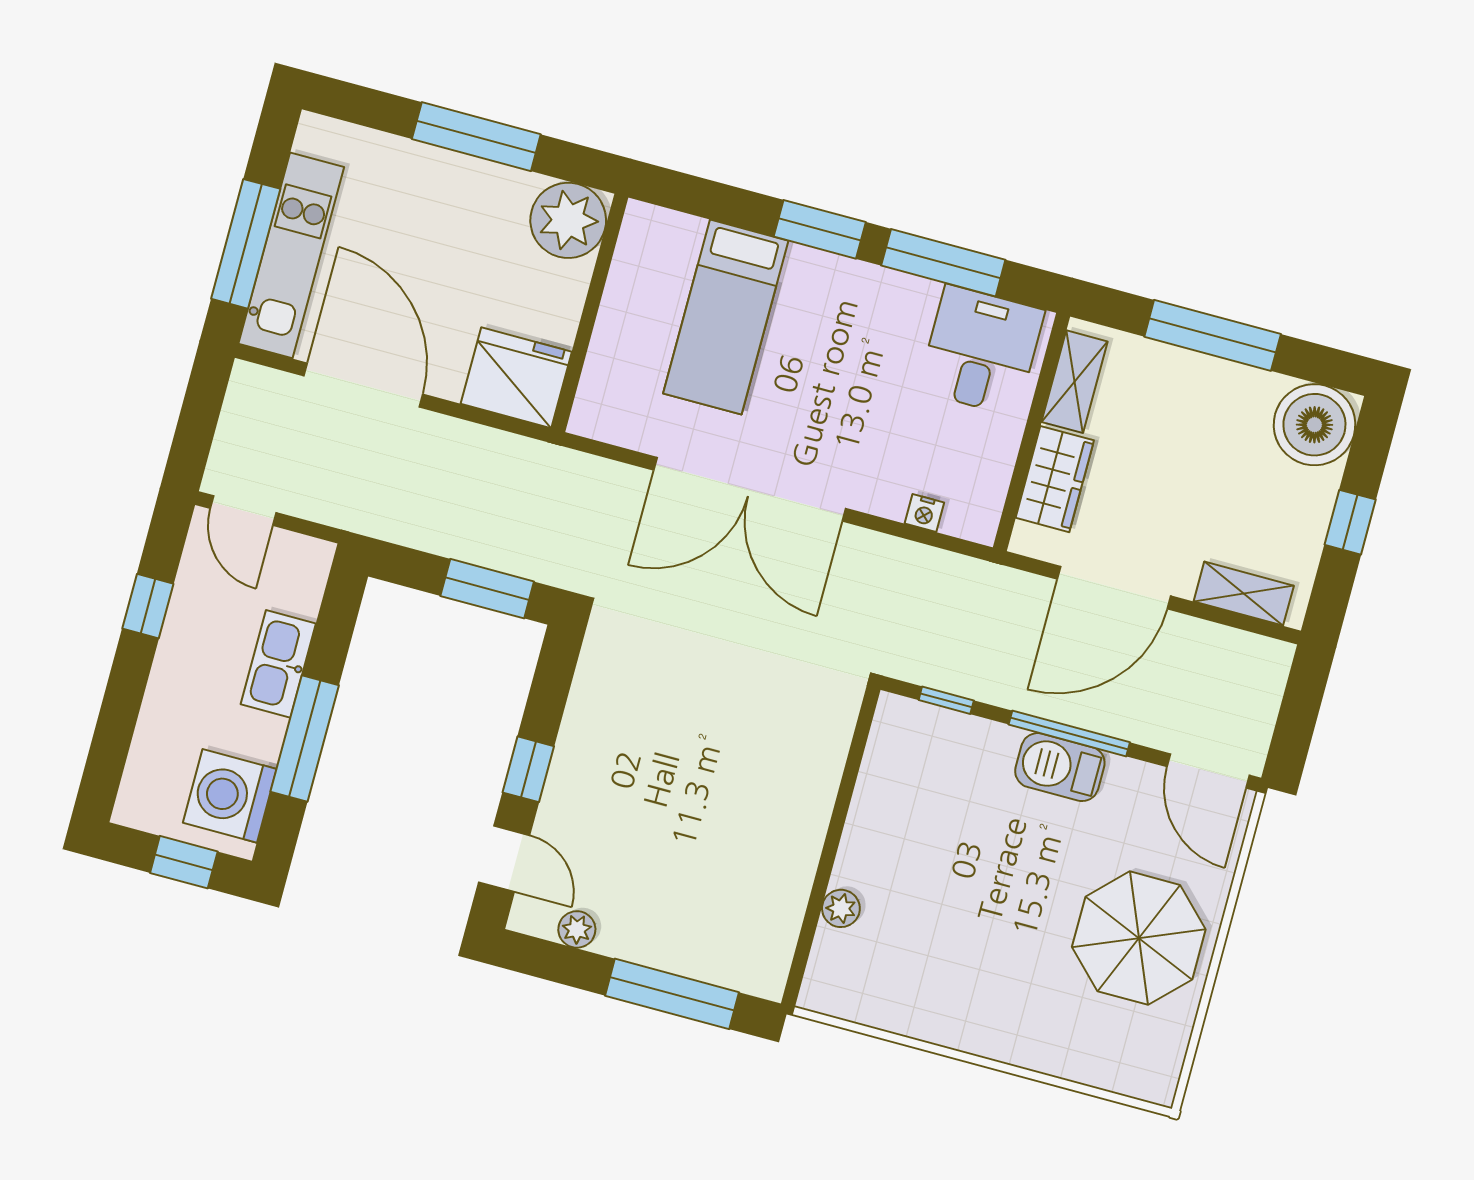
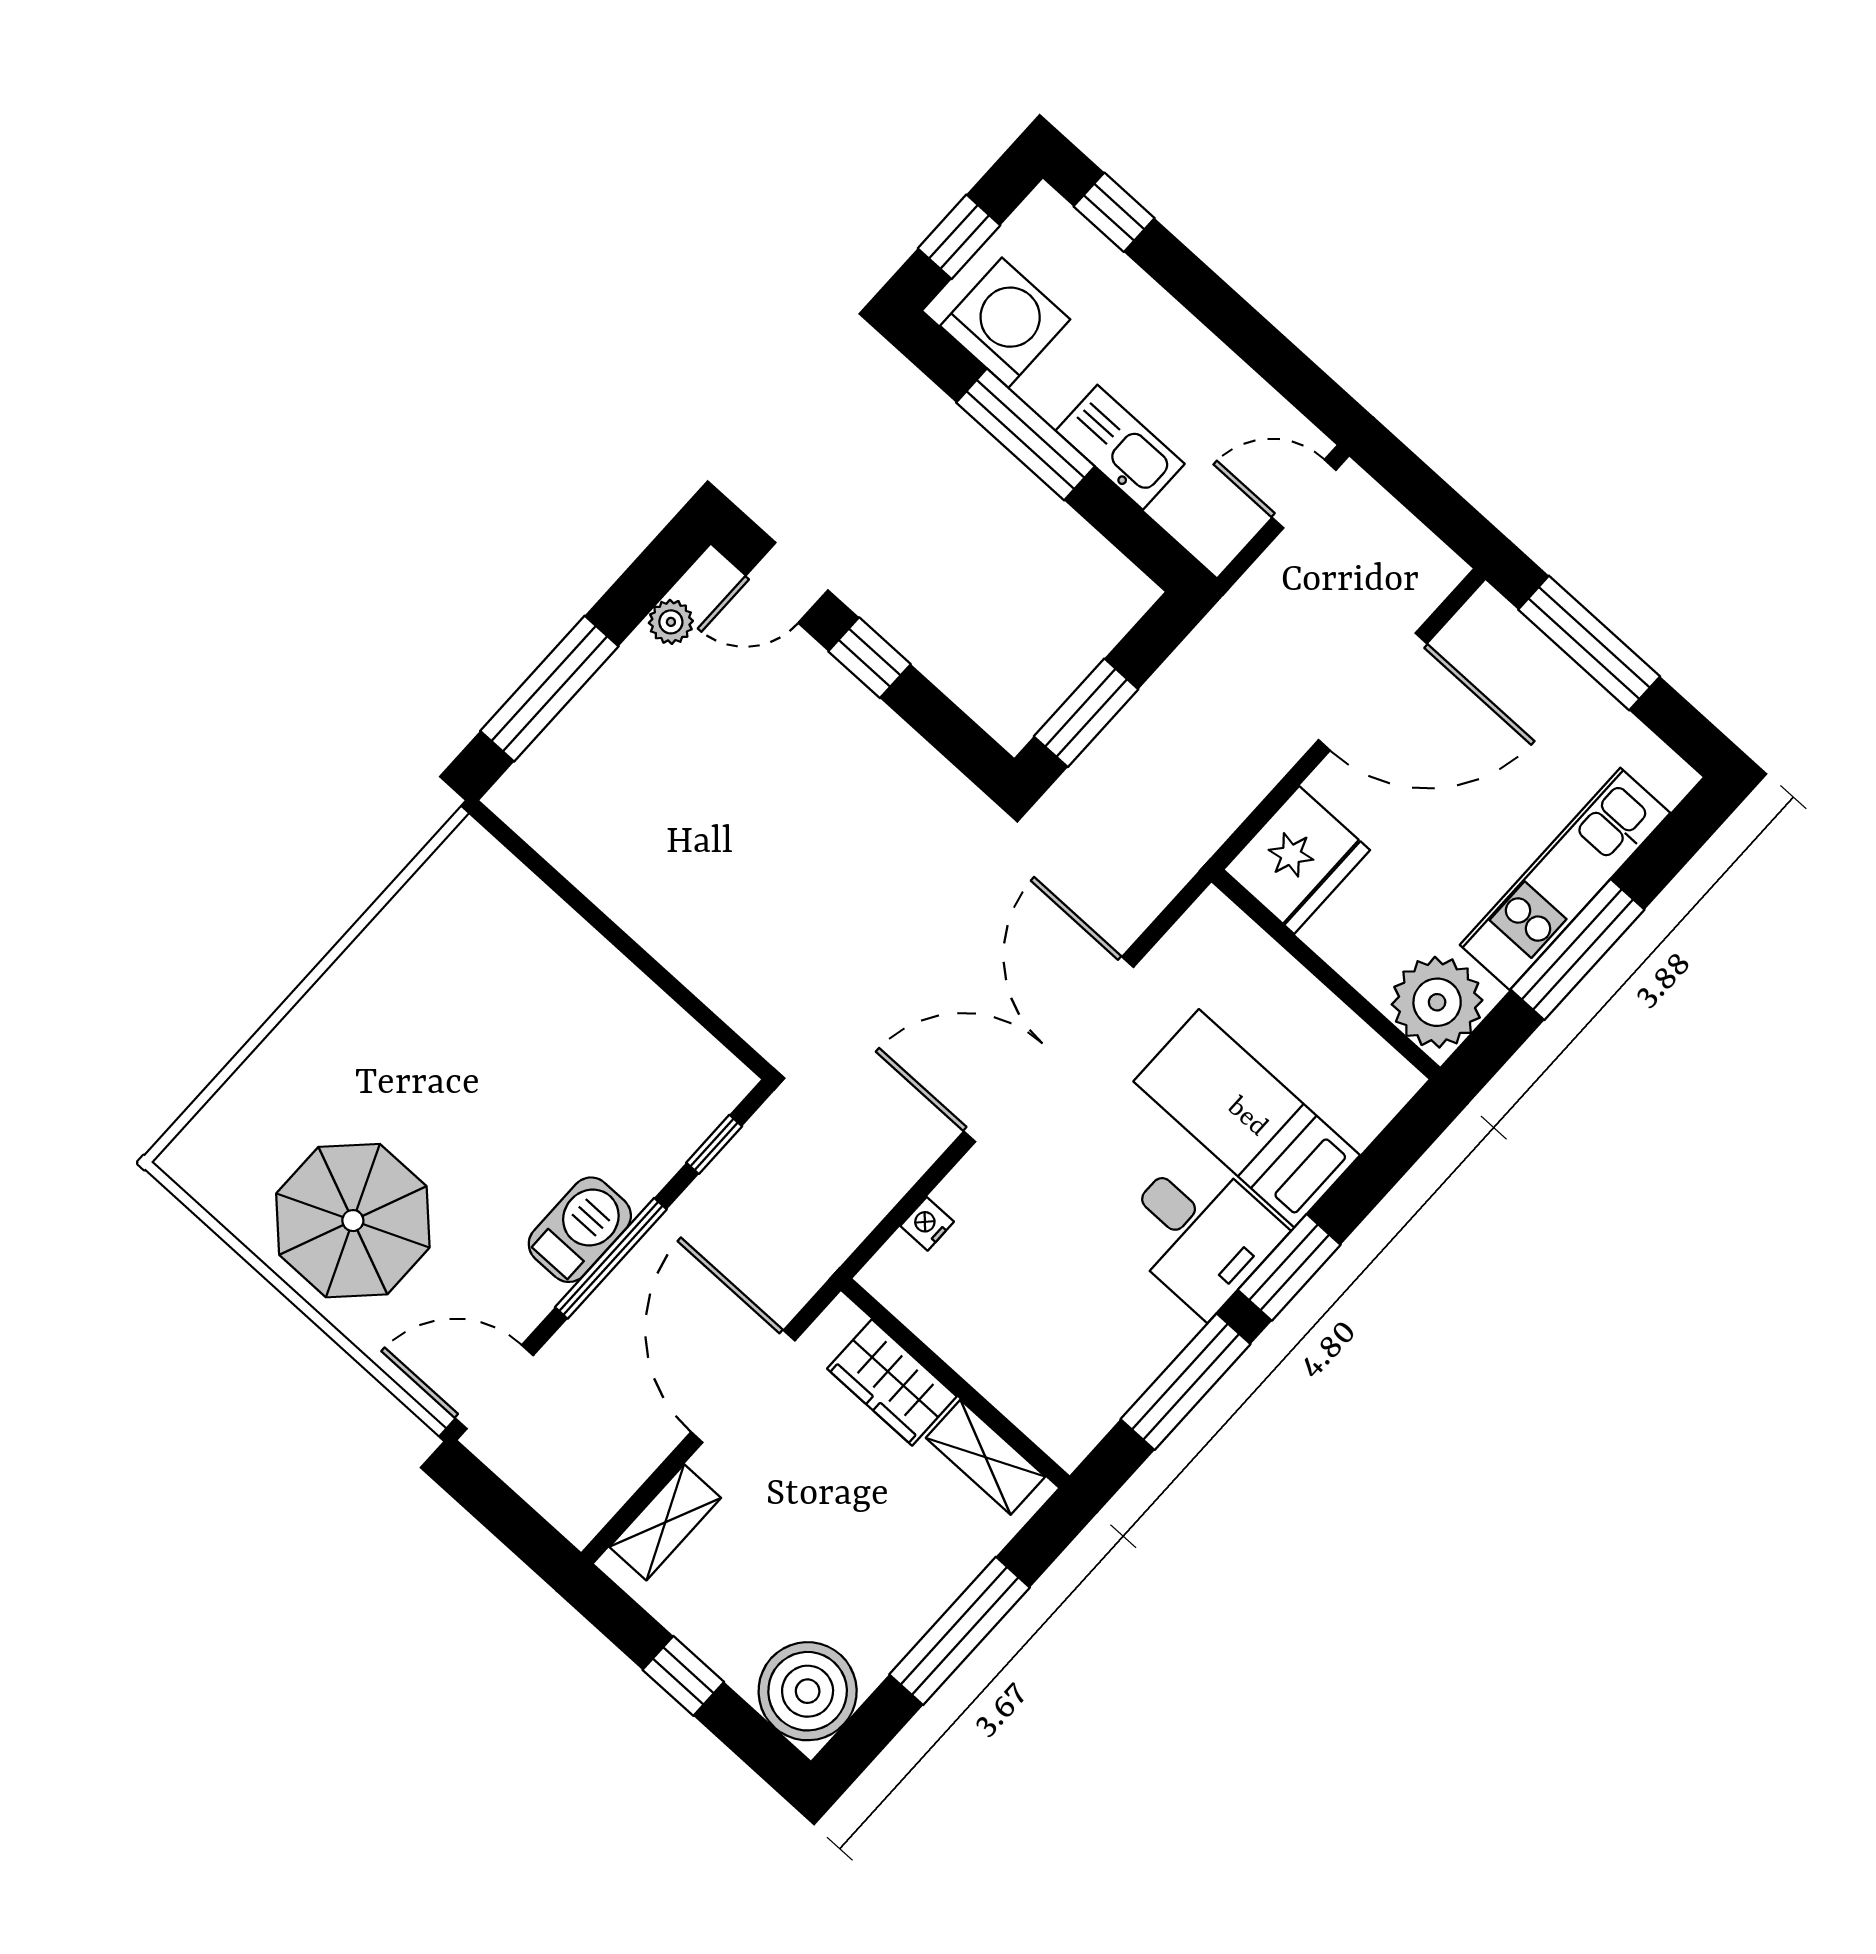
kitchen unit: (291, 255) -> (1565, 879), moved, turned 90
desk: (981, 350) -> (1199, 1232), moved
window: (148, 606) -> (1114, 212), moved
plant: (841, 908) -> (548, 917), removed

